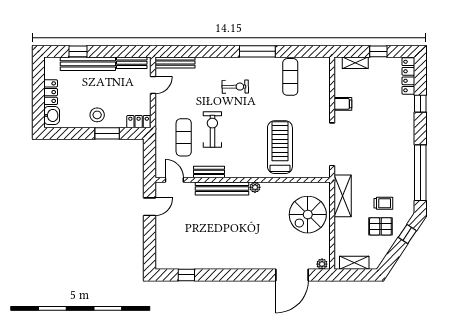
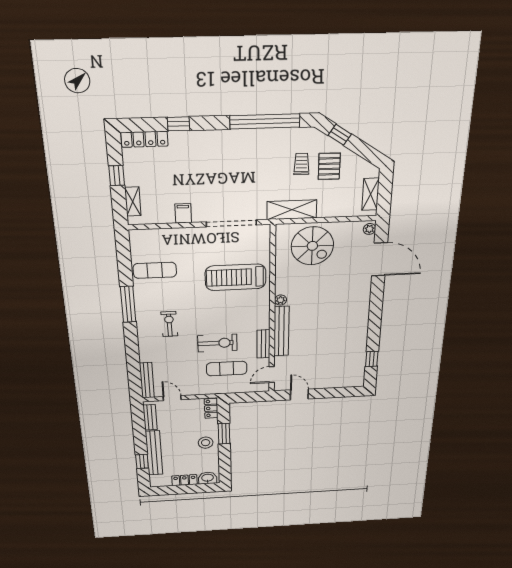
exercise bike: (212, 129) -> (217, 343), turned 180

